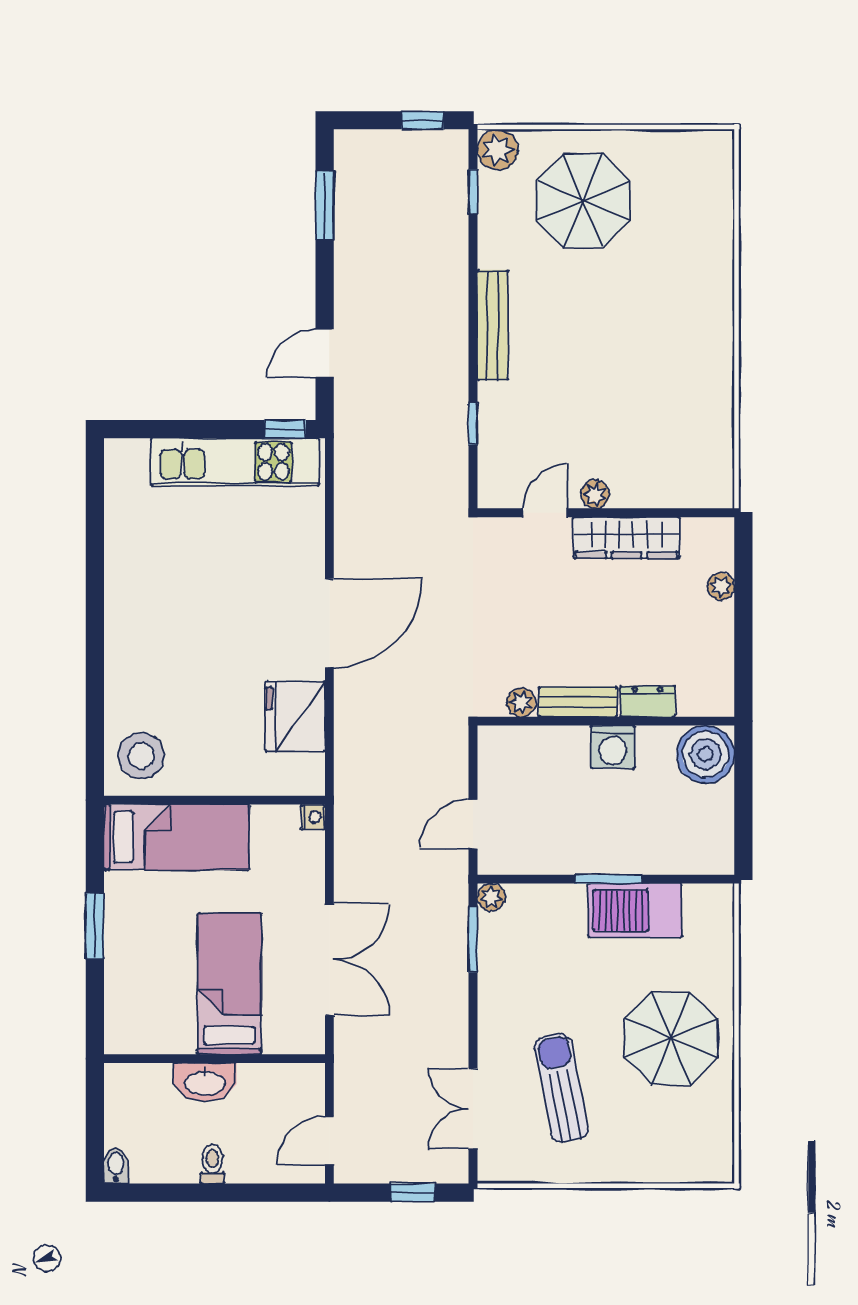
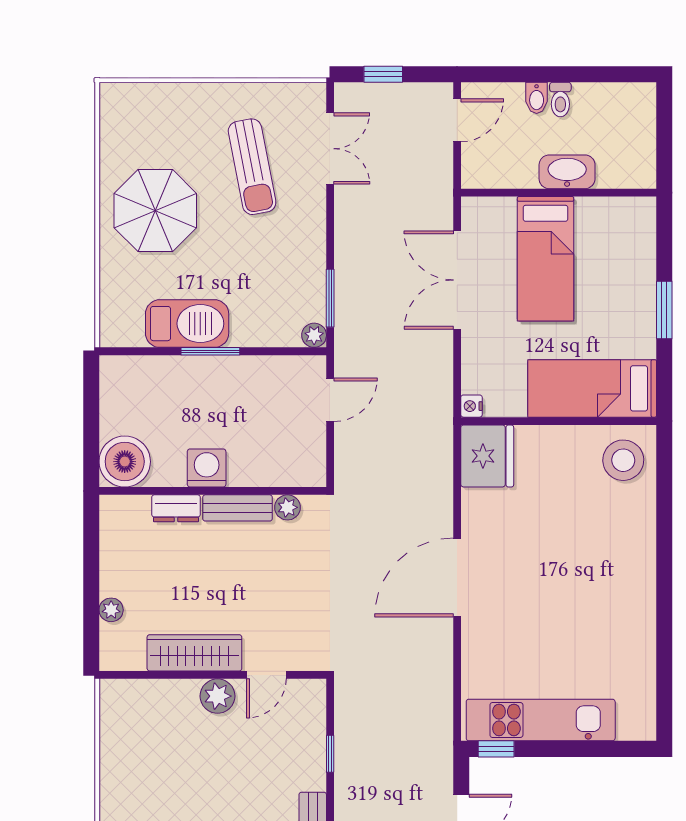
plant: (595, 494) -> (217, 696), width x1.38, depth x1.38
fridge: (295, 716) -> (487, 456), moved
bidet: (116, 1166) -> (537, 98), moved

